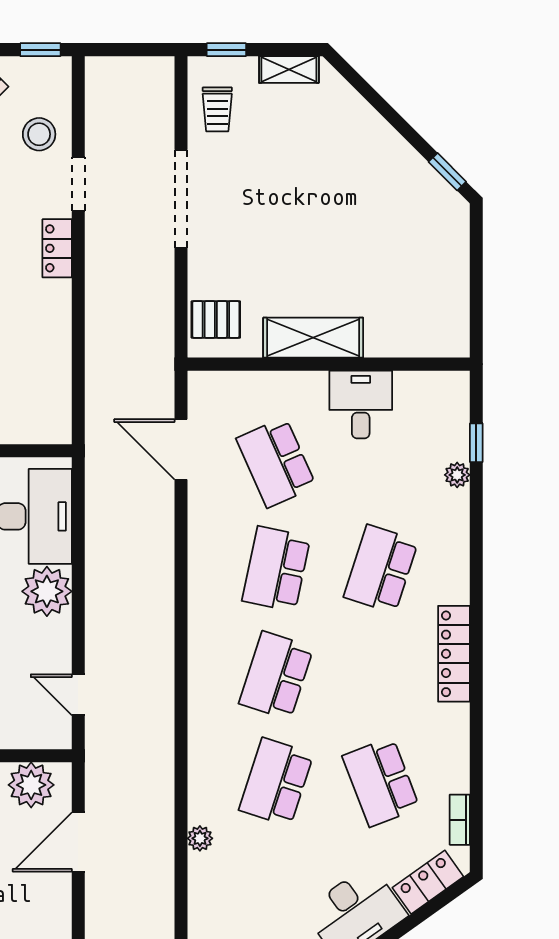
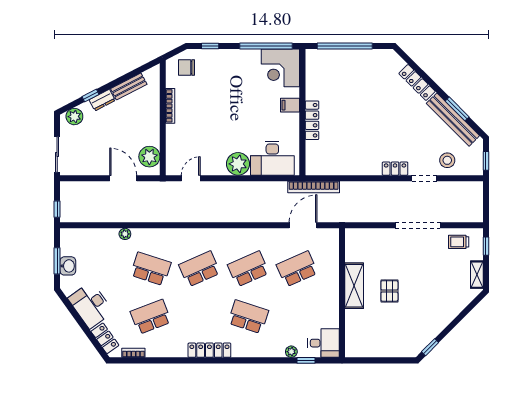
pallet: (216, 319) -> (389, 291), moved
desk: (361, 404) -> (324, 343), moved
bookcase: (97, 426) -> (314, 187), added
school desk: (276, 569) -> (248, 269), turned -36
school desk: (276, 675) -> (200, 269), turned -42

